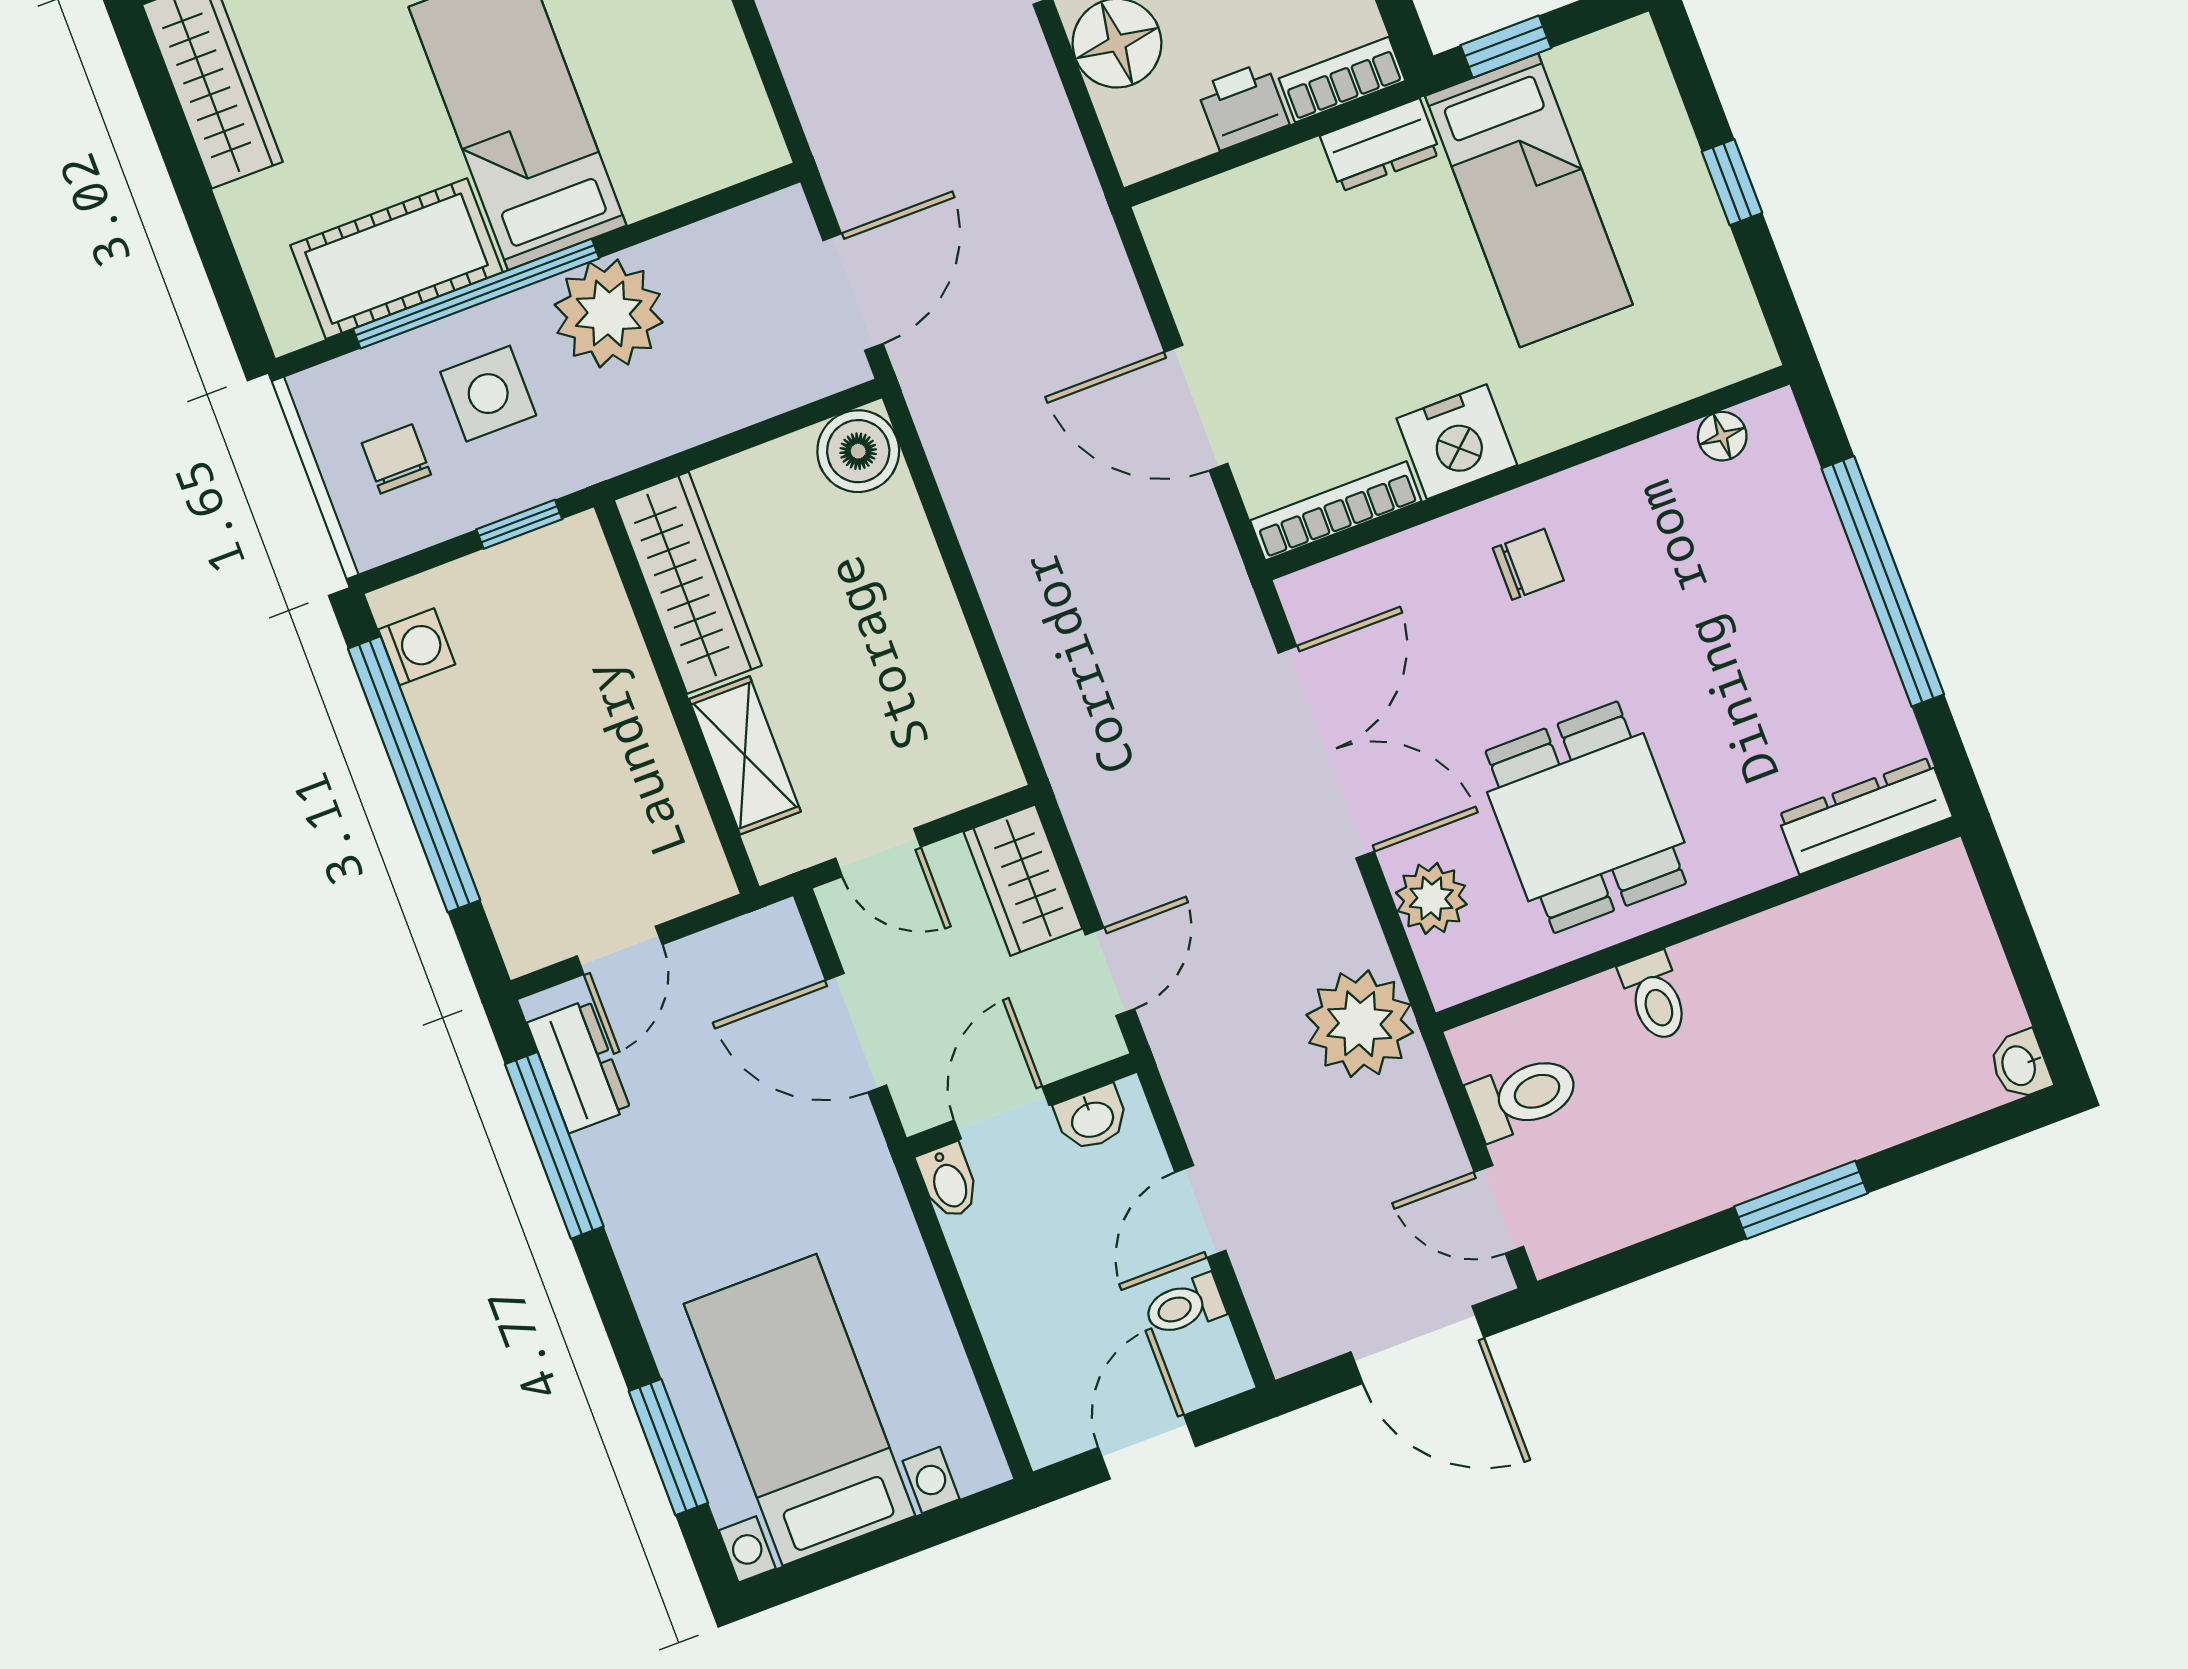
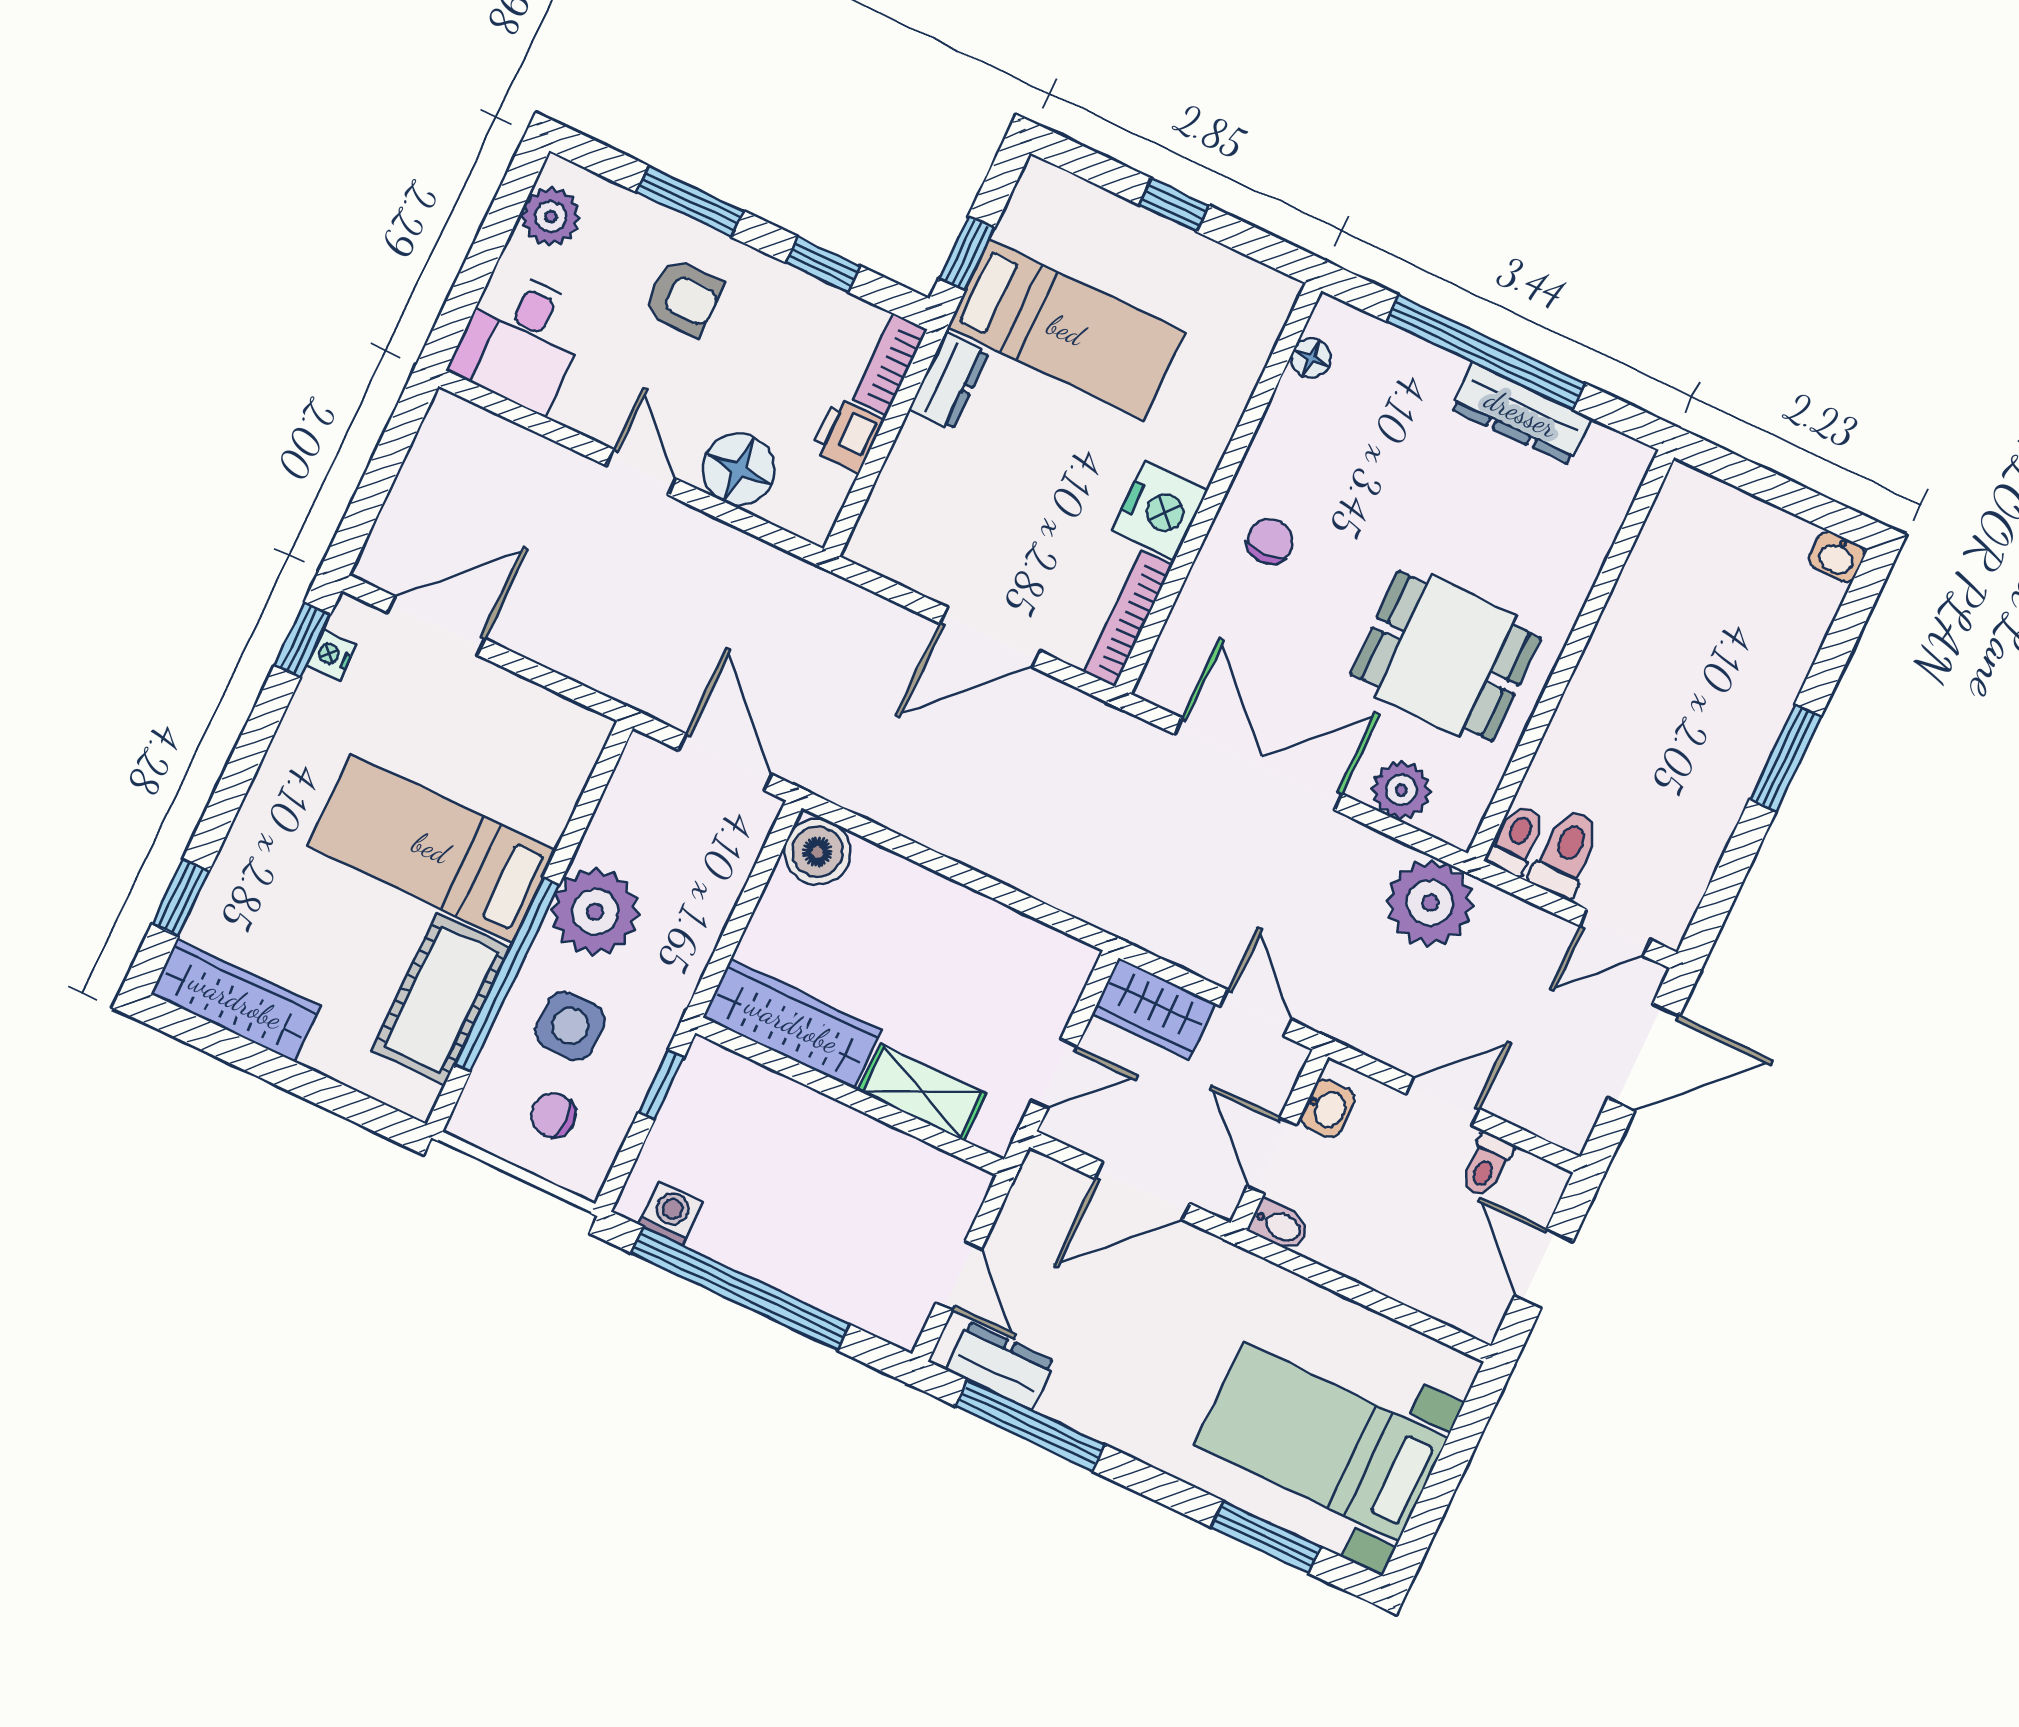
dresser: (1865, 816) -> (1521, 413), moved, turned -90
toilet: (1655, 997) -> (1516, 839), moved, turned -90
door: (1200, 1211) -> (1443, 1101), swing flipped

